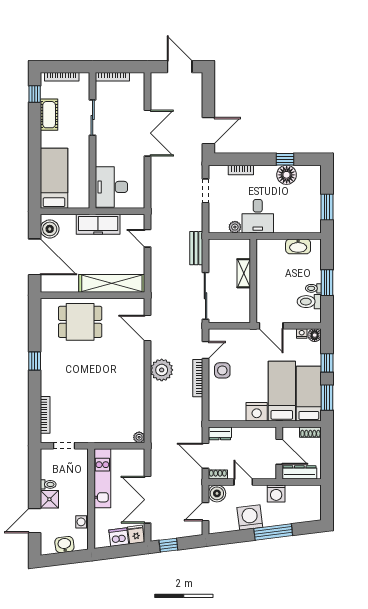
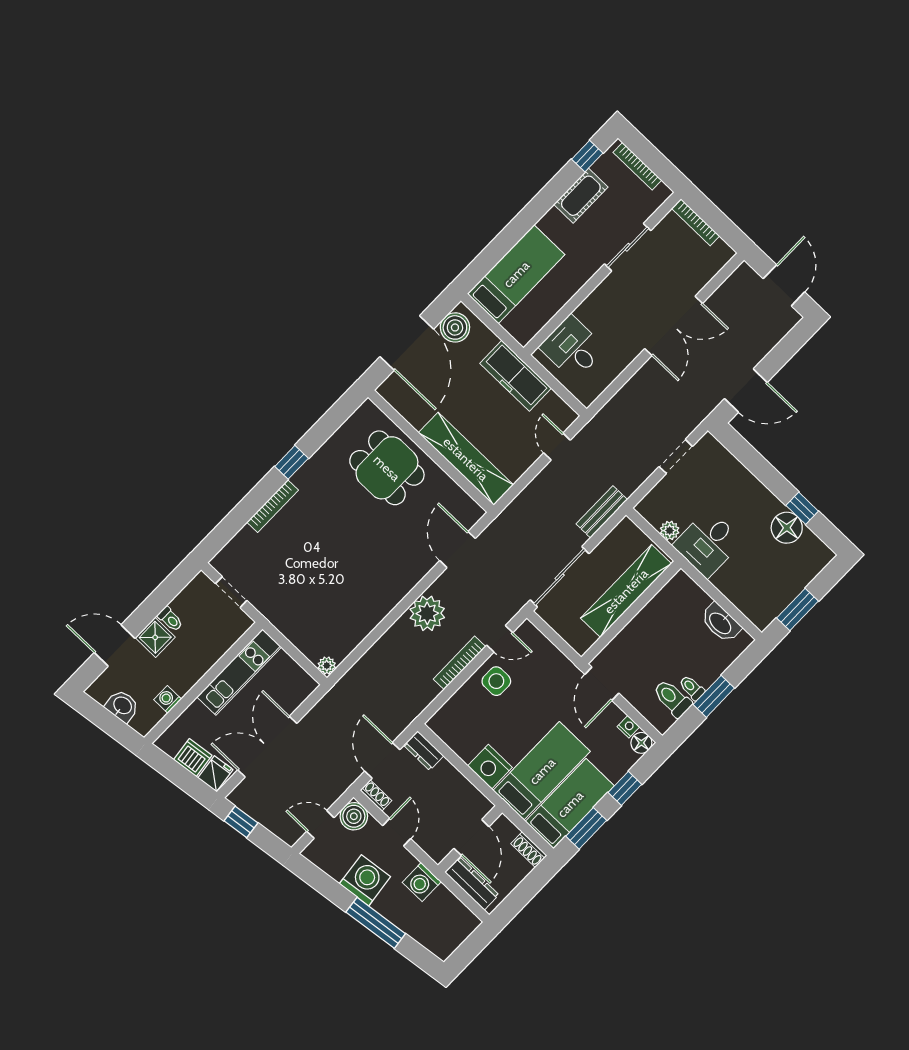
bookcase: (241, 170) -> (740, 472), removed
desk: (111, 187) -> (572, 348), width x0.73
shelving: (244, 273) -> (626, 591), width x2.20, depth x1.33
bookcase: (45, 415) -> (273, 506), moved

